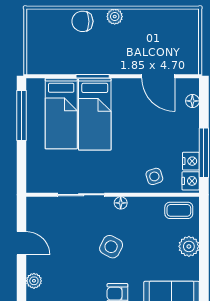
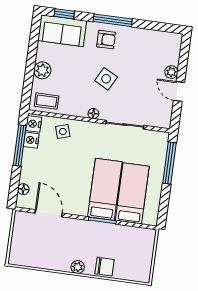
window: (22, 115) -> (169, 163), moved
plant: (34, 281) -> (171, 72), moved

